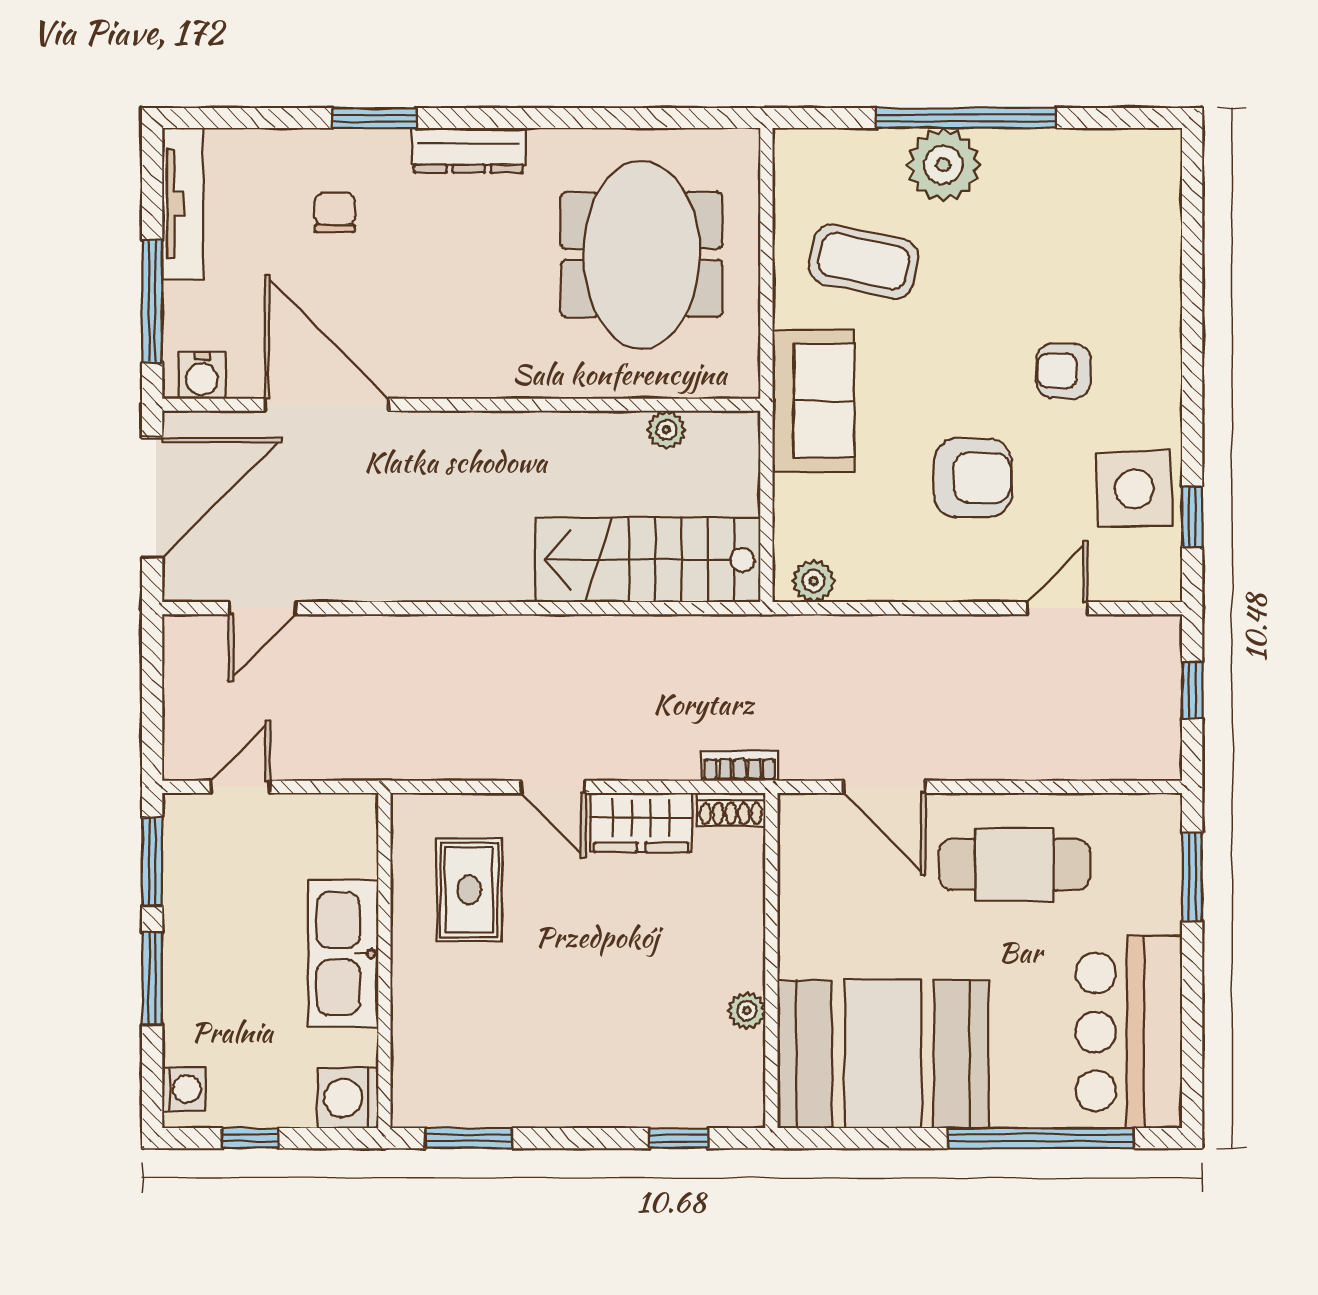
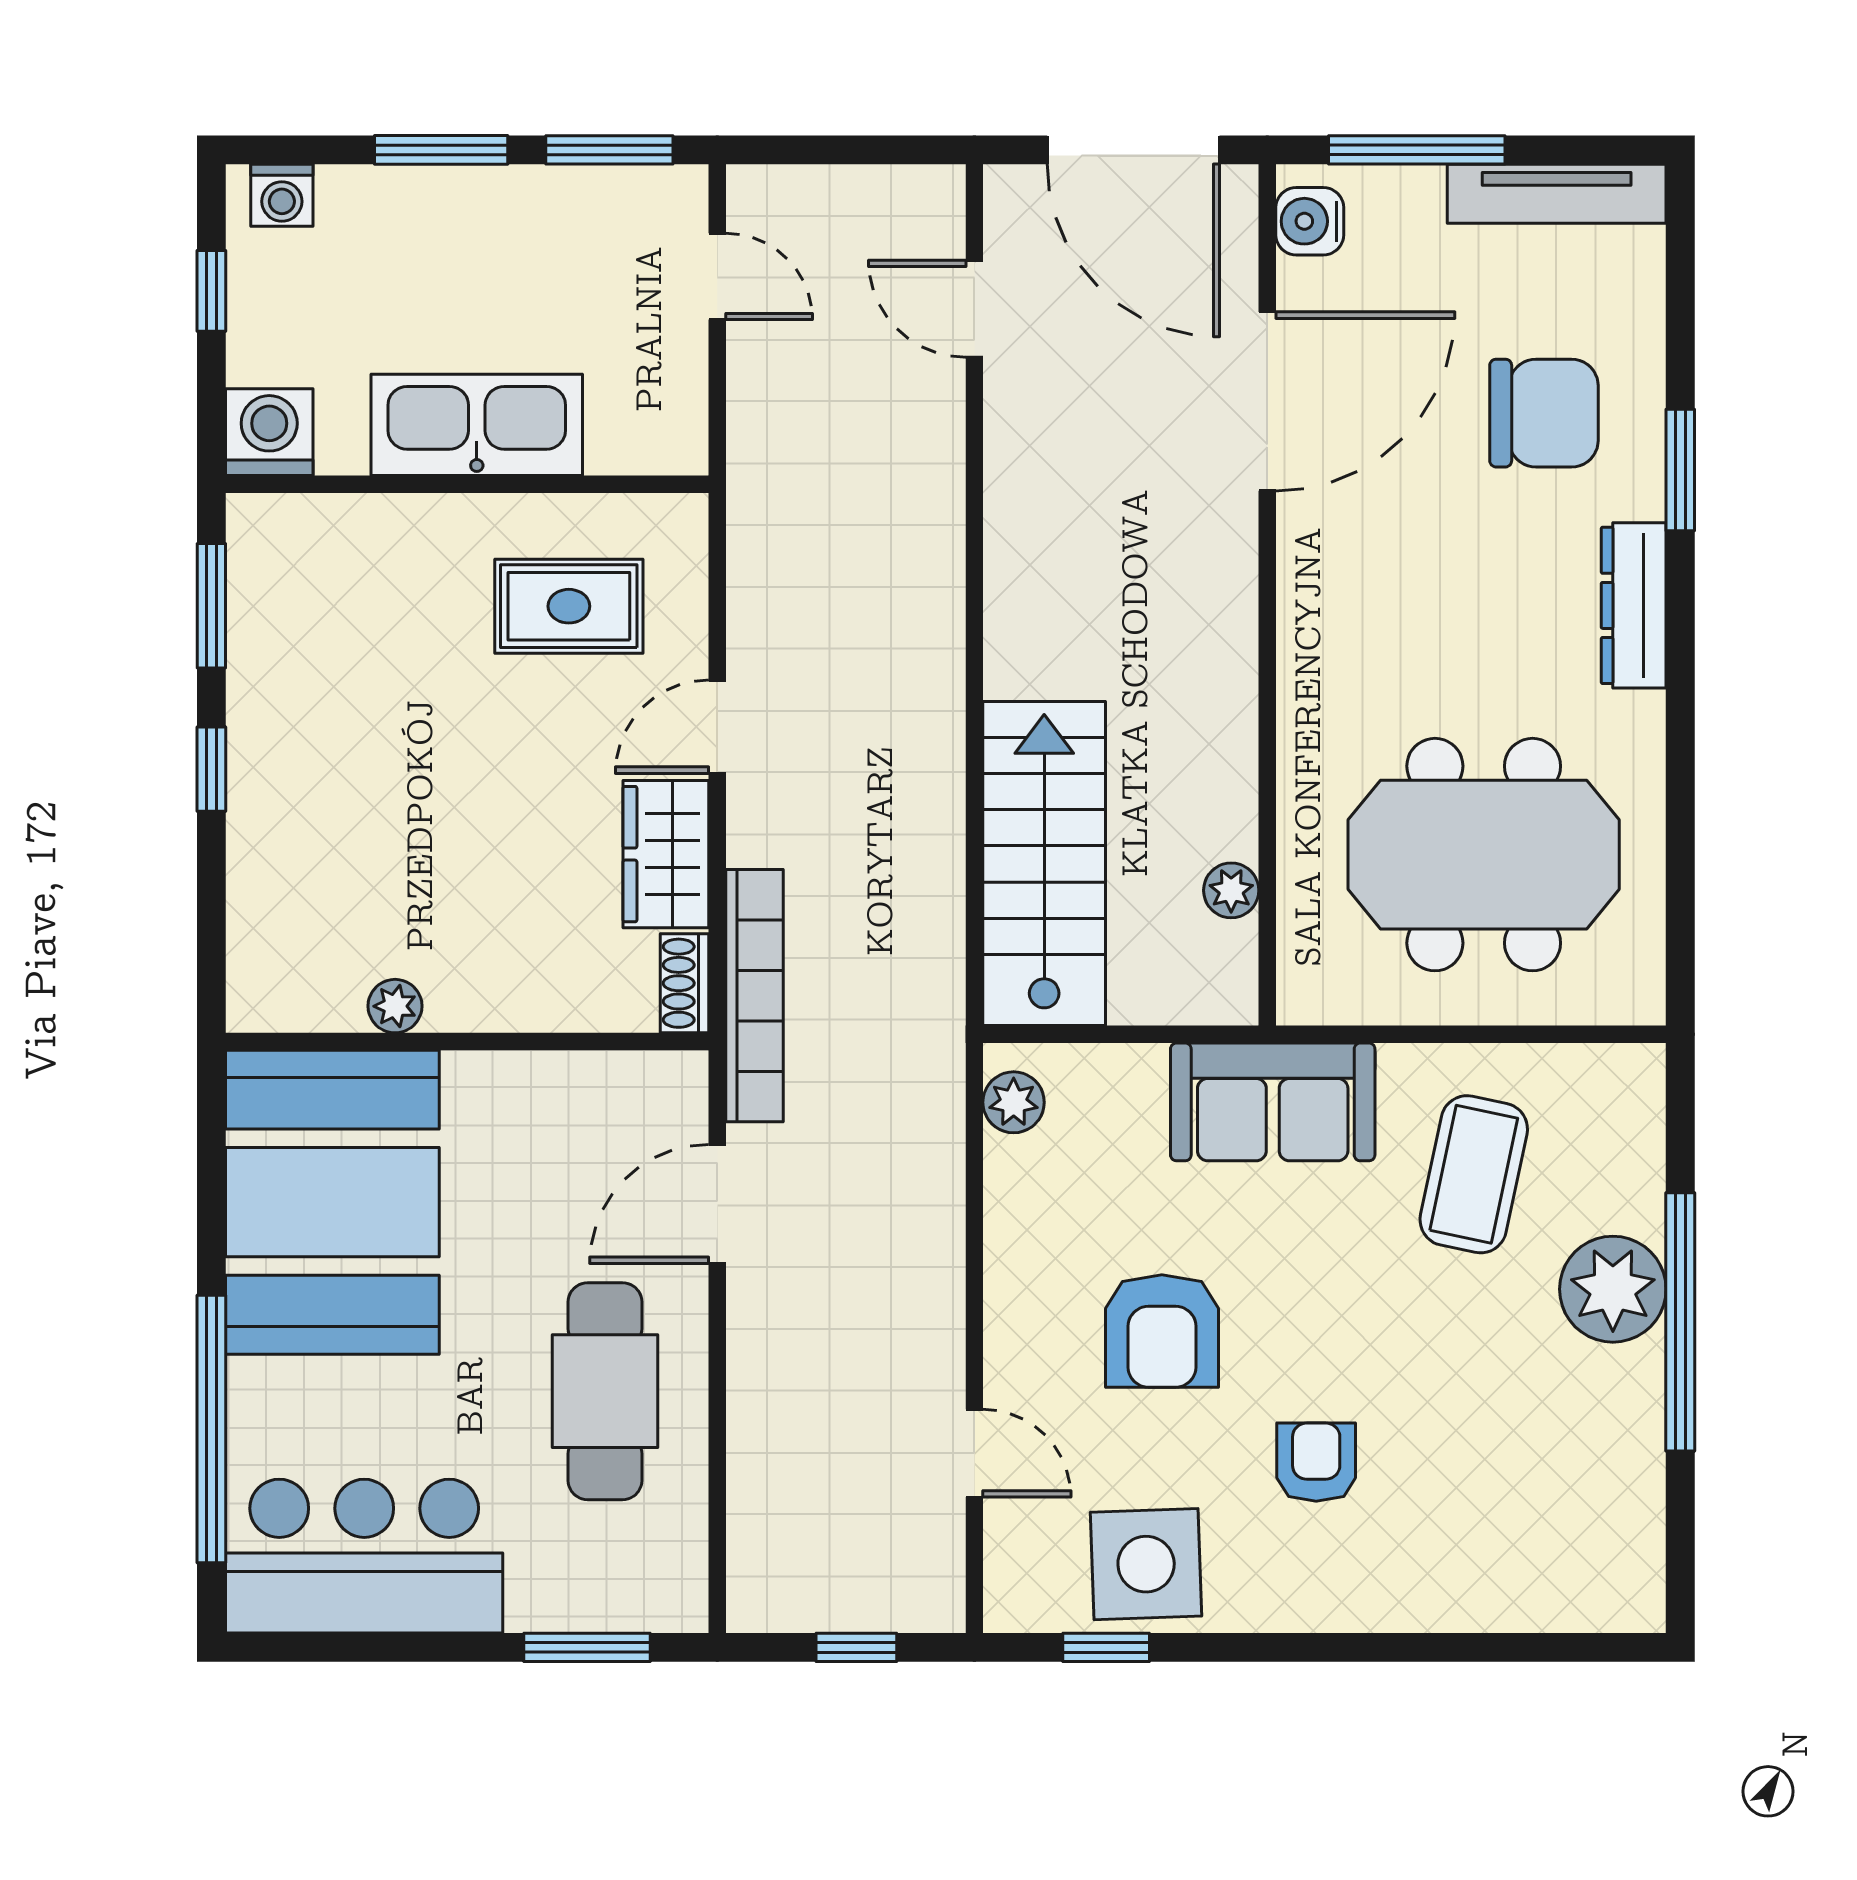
chair: (335, 213) -> (1544, 413), width x1.87, depth x1.87
bookcase: (740, 766) -> (754, 996), width x2.31, depth x1.31
window: (678, 1138) -> (211, 769), moved

